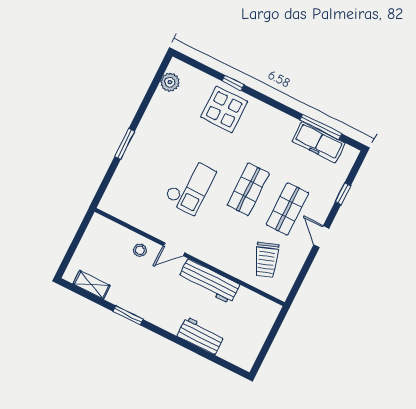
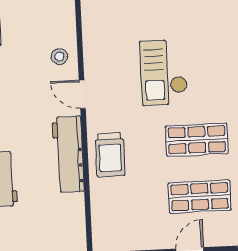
checkout: (190, 186) -> (164, 72), turned 90
trolley: (266, 260) -> (110, 155), moved, turned -70

